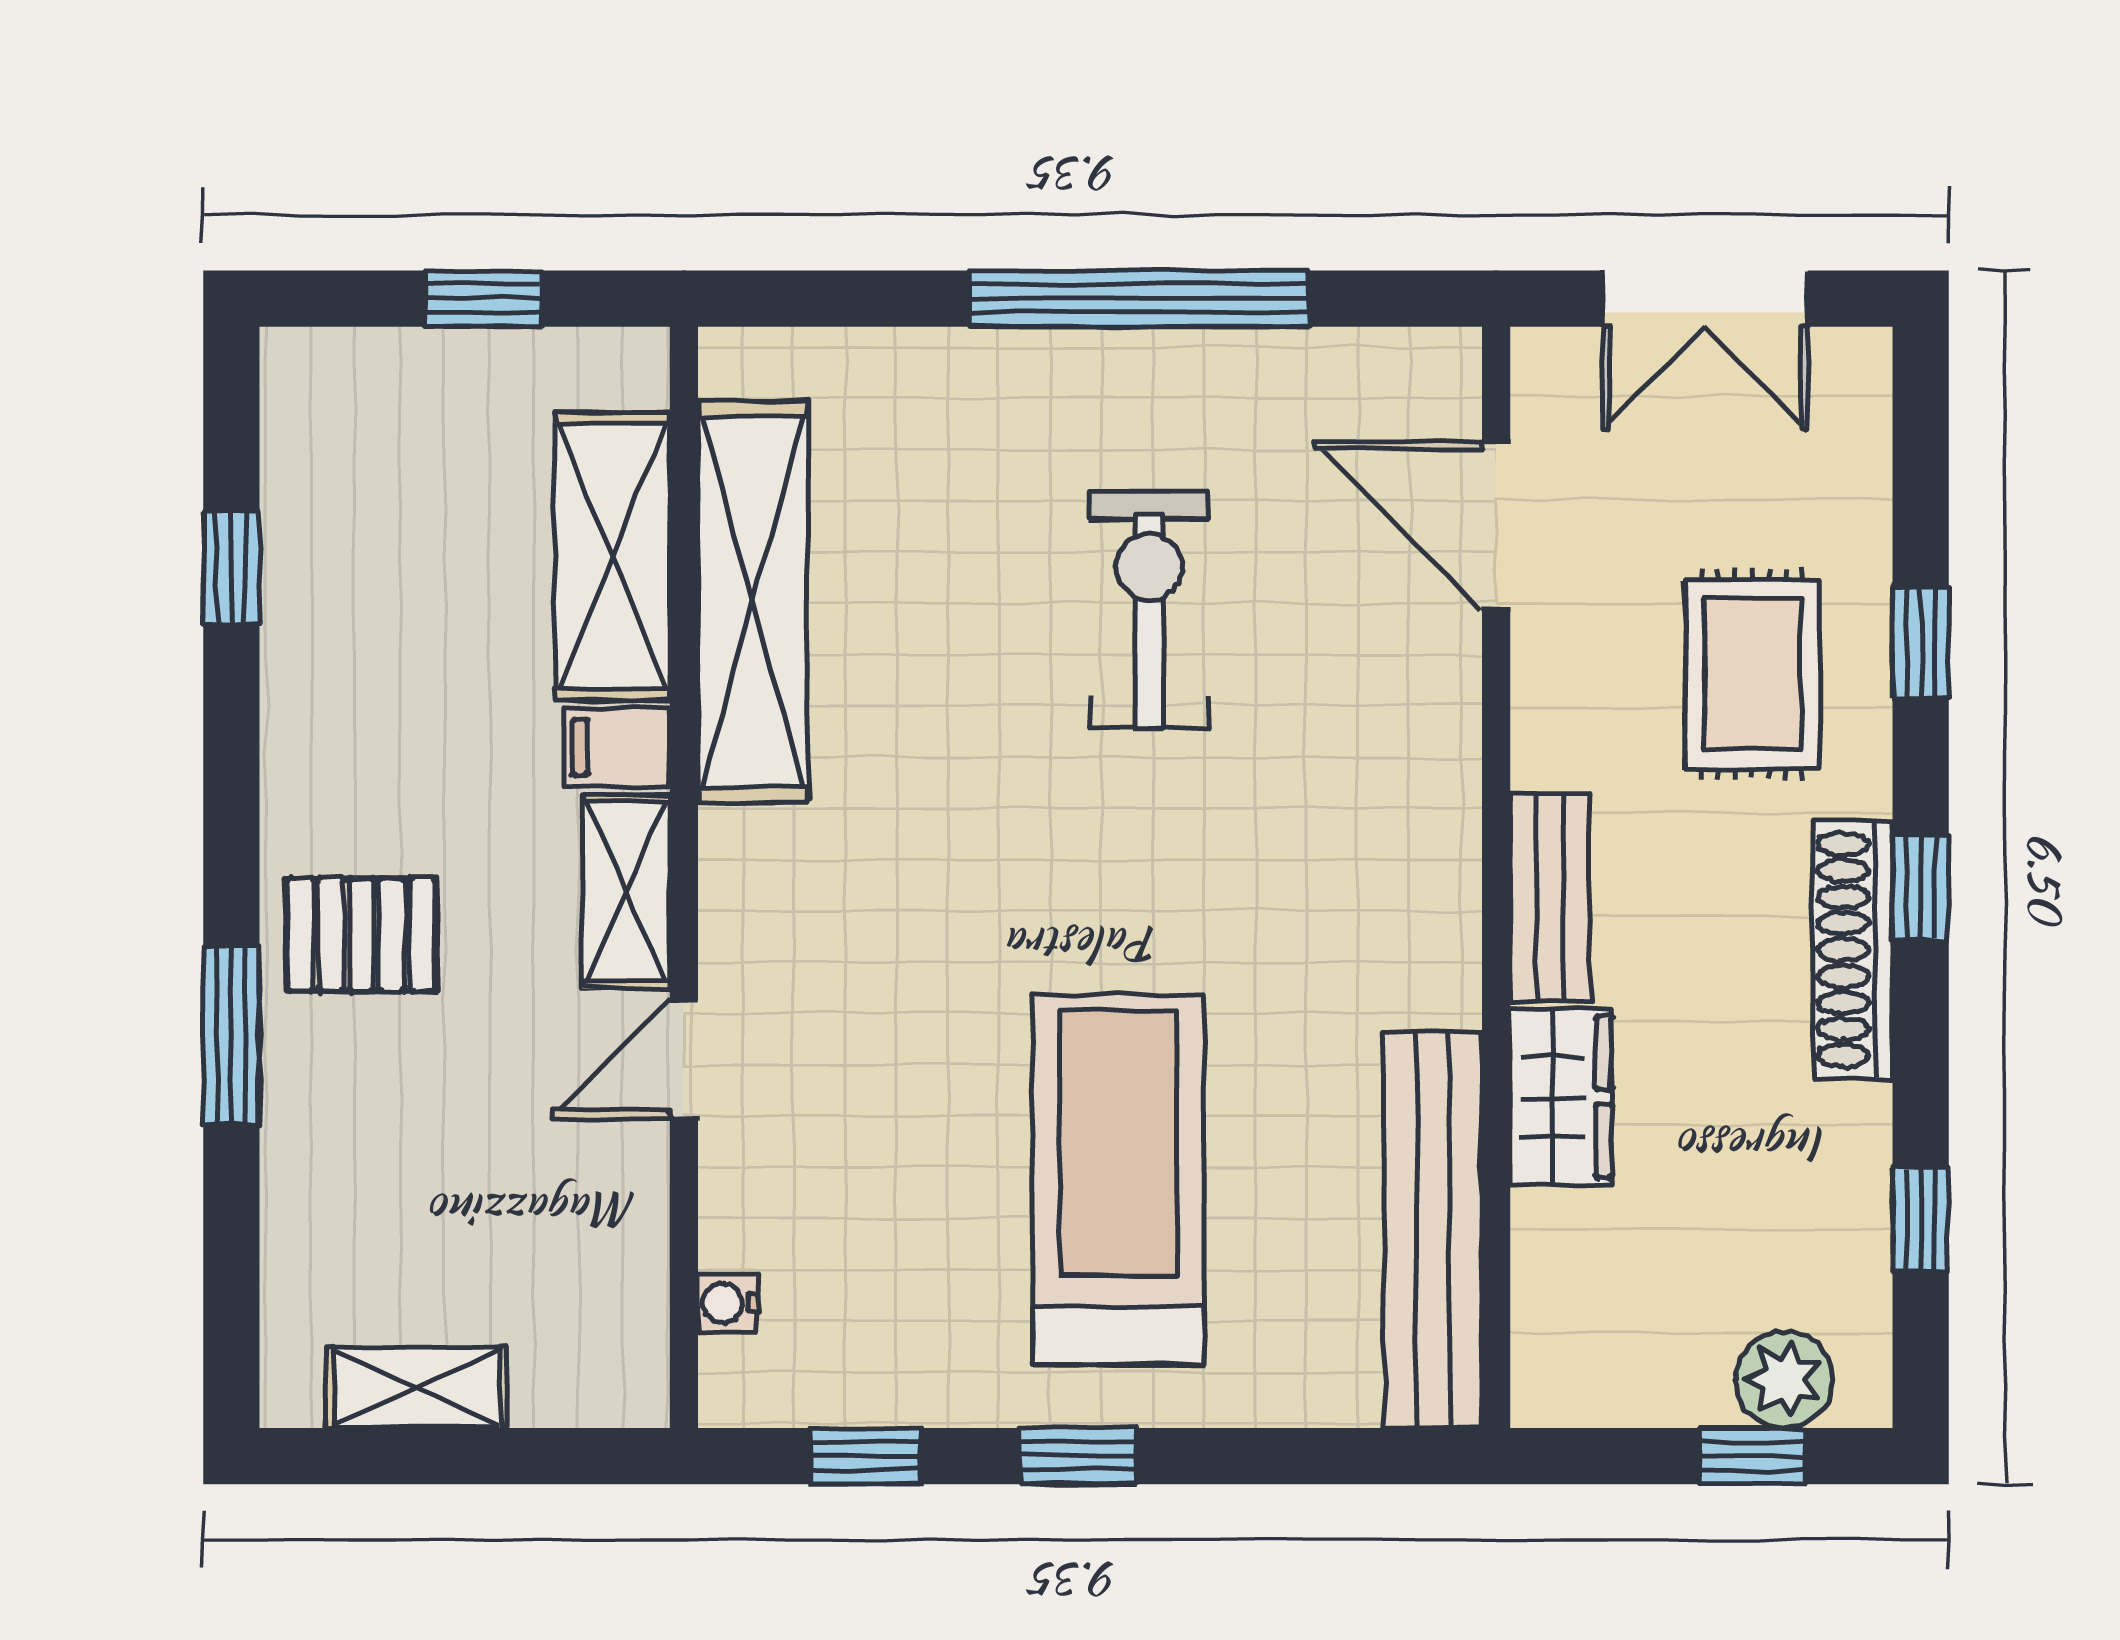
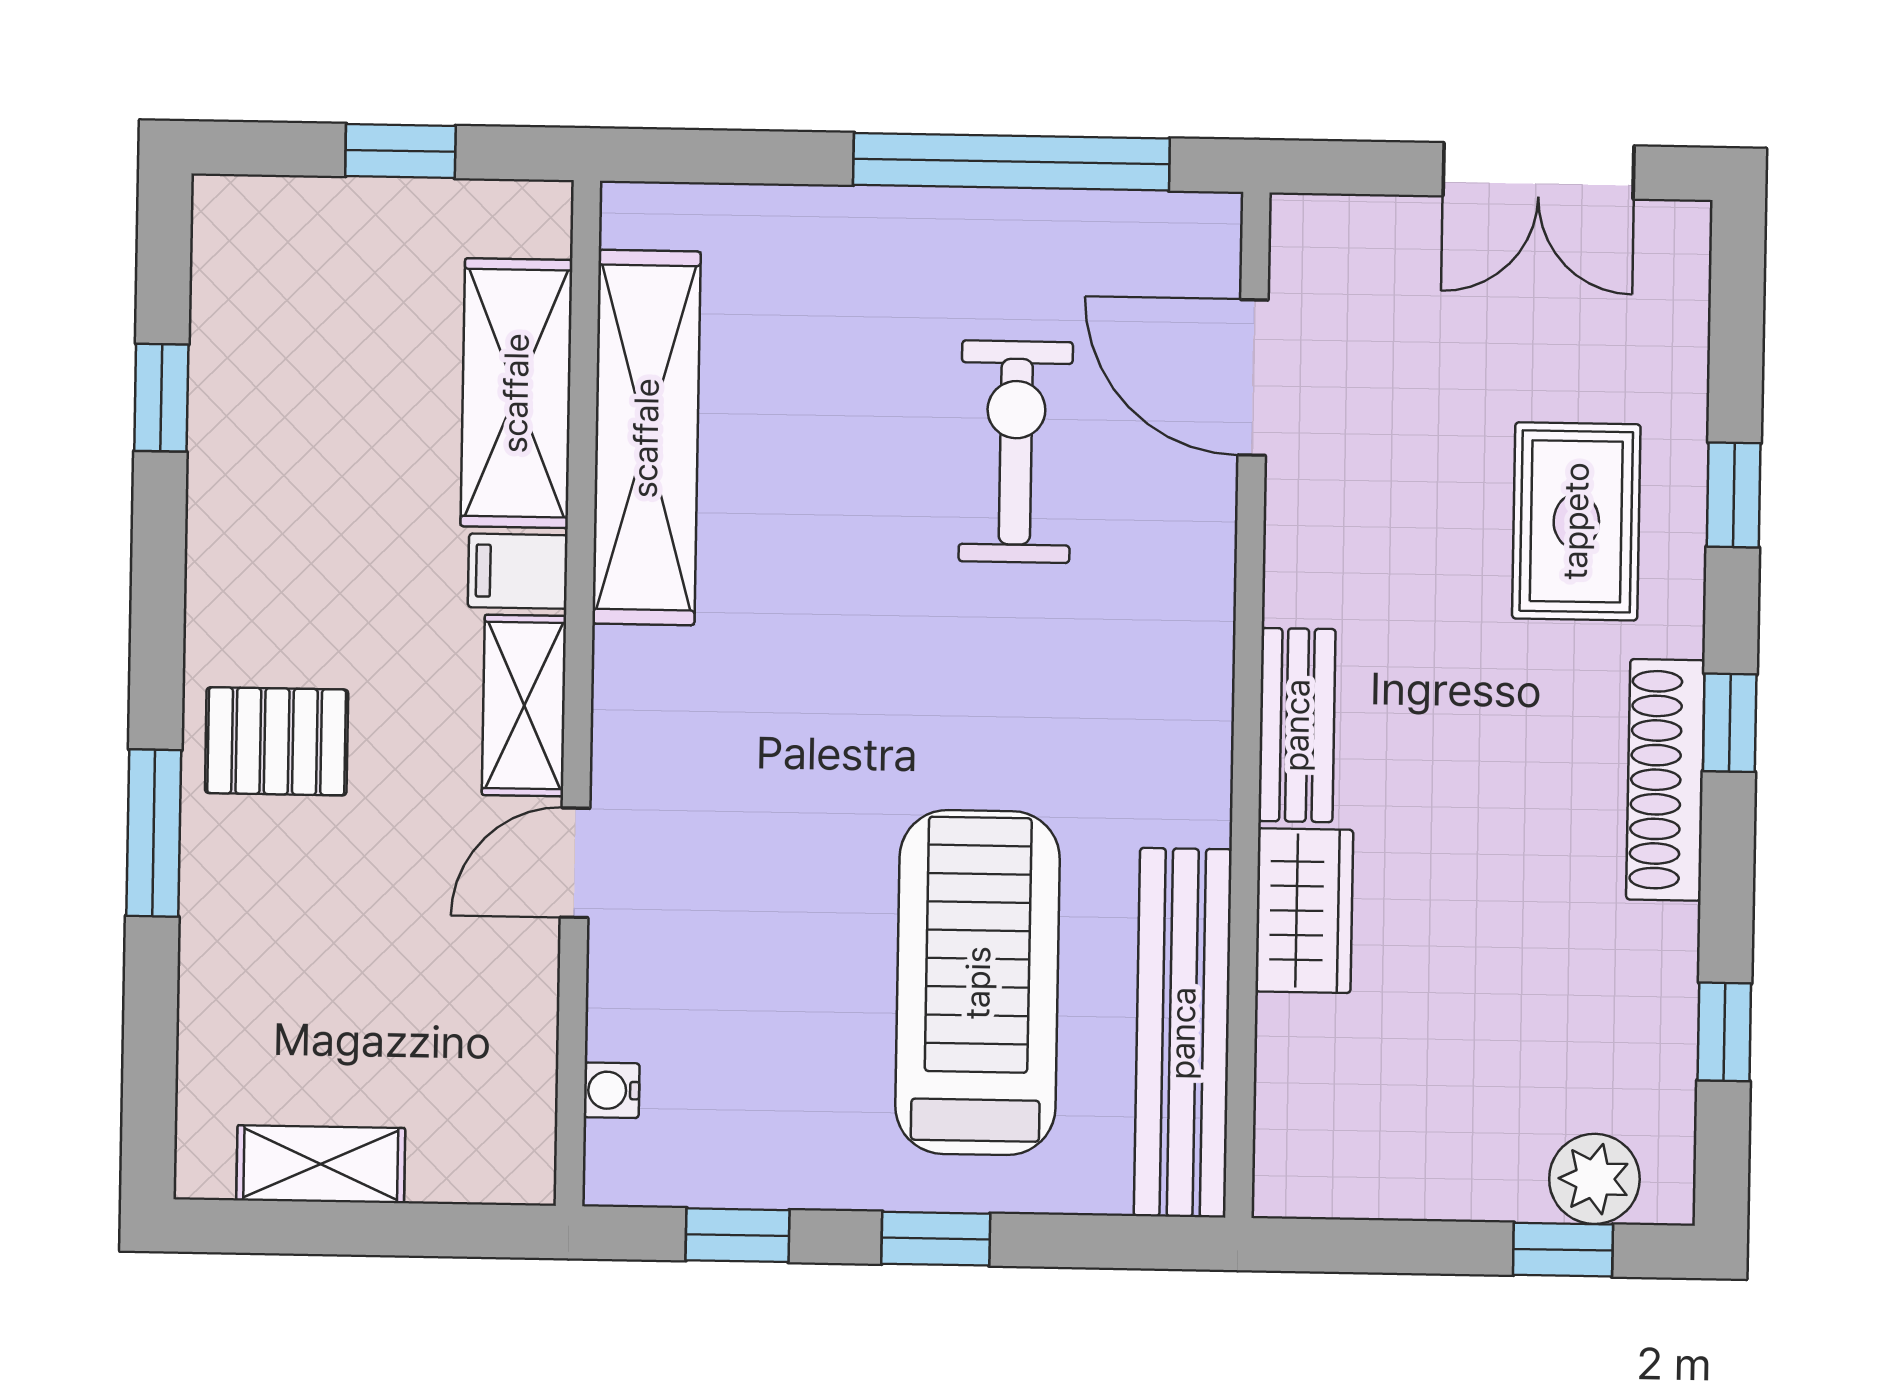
door: (1496, 526) -> (1253, 377), moved
wall: (1496, 877) -> (1247, 705), moved
bench: (1550, 898) -> (1297, 725), moved
wardrobe: (1561, 1097) -> (1304, 911), moved
bench: (1433, 1230) -> (1183, 1033), moved

